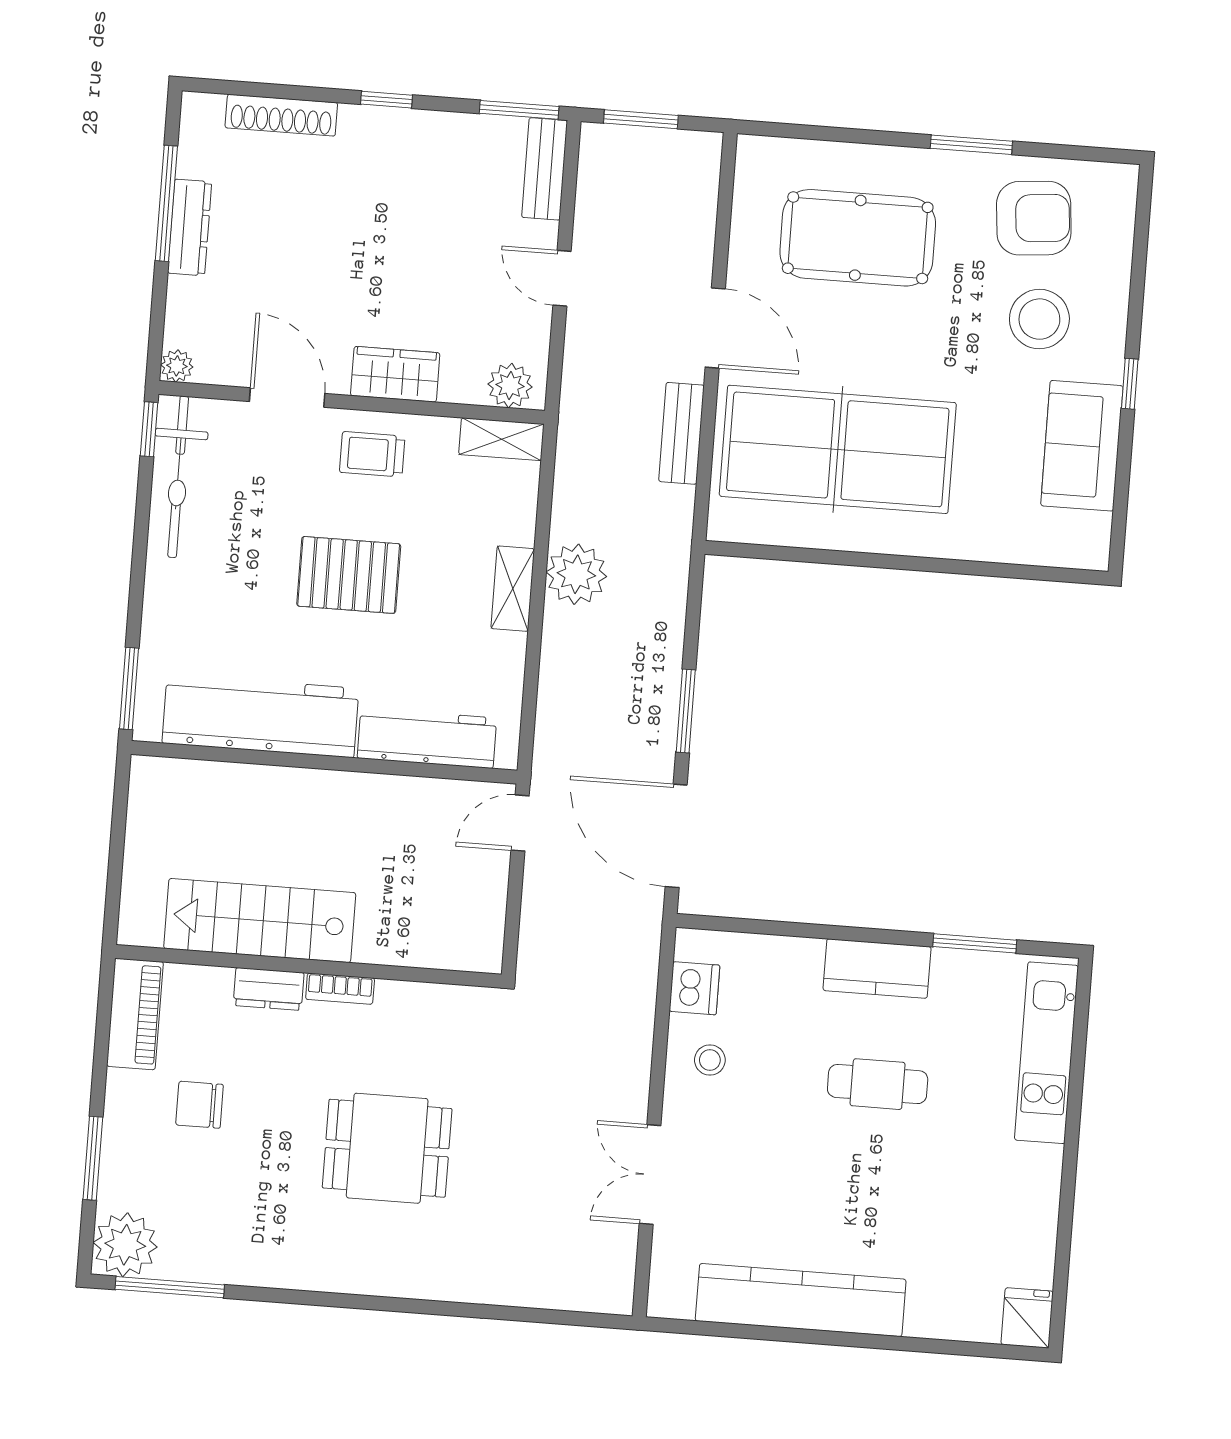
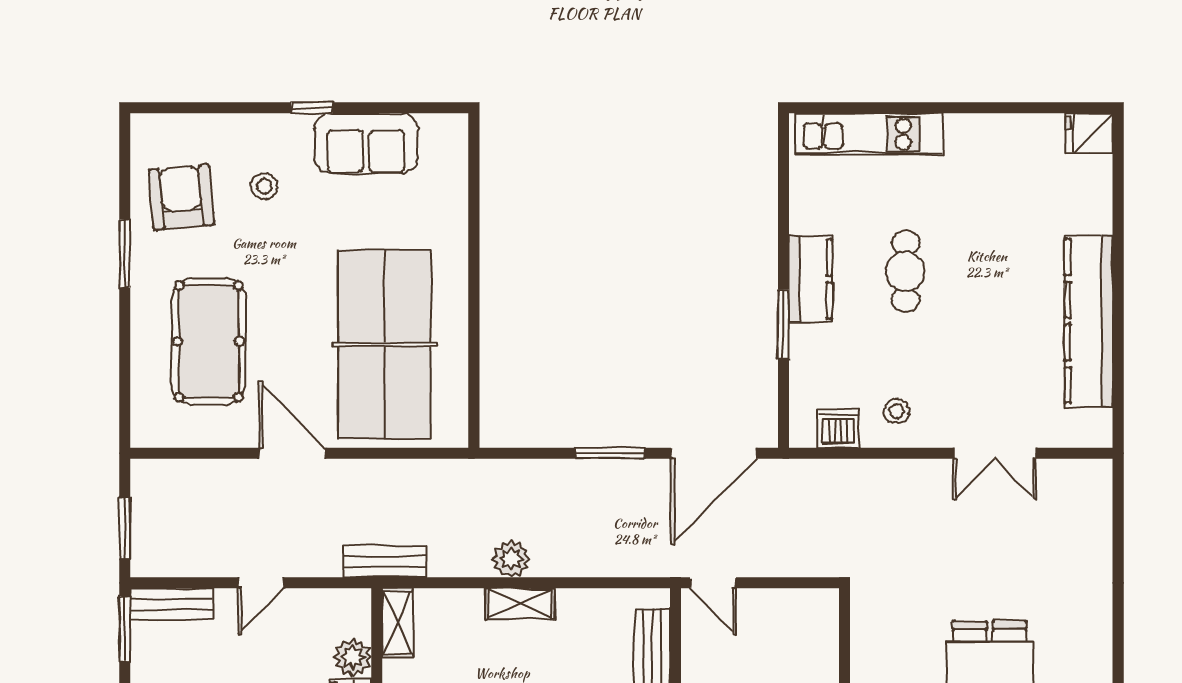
stool: (1039, 319) -> (264, 186), width x0.53, depth x0.53
door: (715, 328) -> (292, 453), hinge flipped
plant: (510, 386) -> (353, 657), moved
bench: (681, 433) -> (385, 562), moved
plant: (576, 574) -> (511, 559), width x0.73, depth x0.73
window: (975, 943) -> (783, 324), moved

